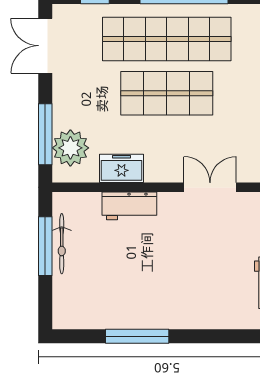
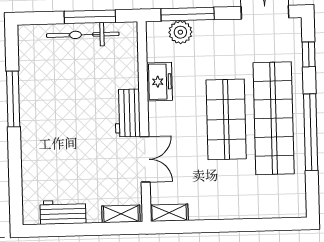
plant: (70, 148) -> (180, 32), width x0.73, depth x0.73
workbench: (129, 206) -> (128, 113), moved
bicycle: (62, 244) -> (83, 35), width x1.37, depth x1.40

